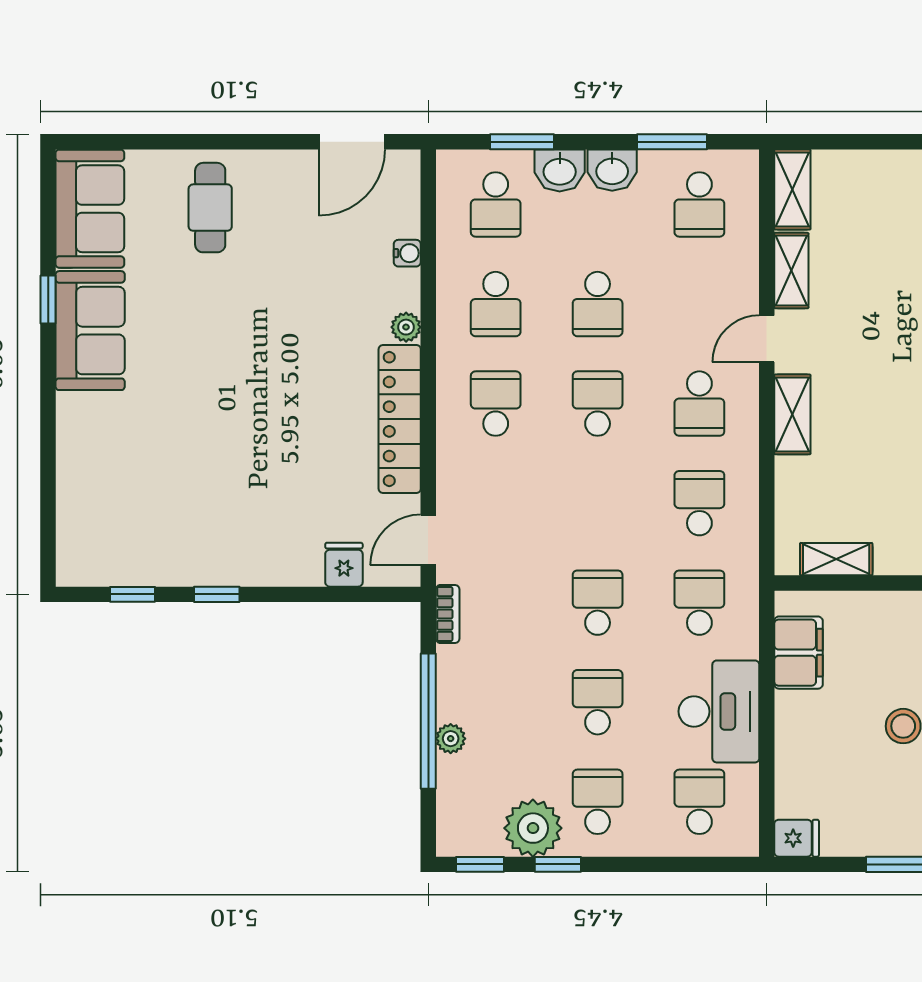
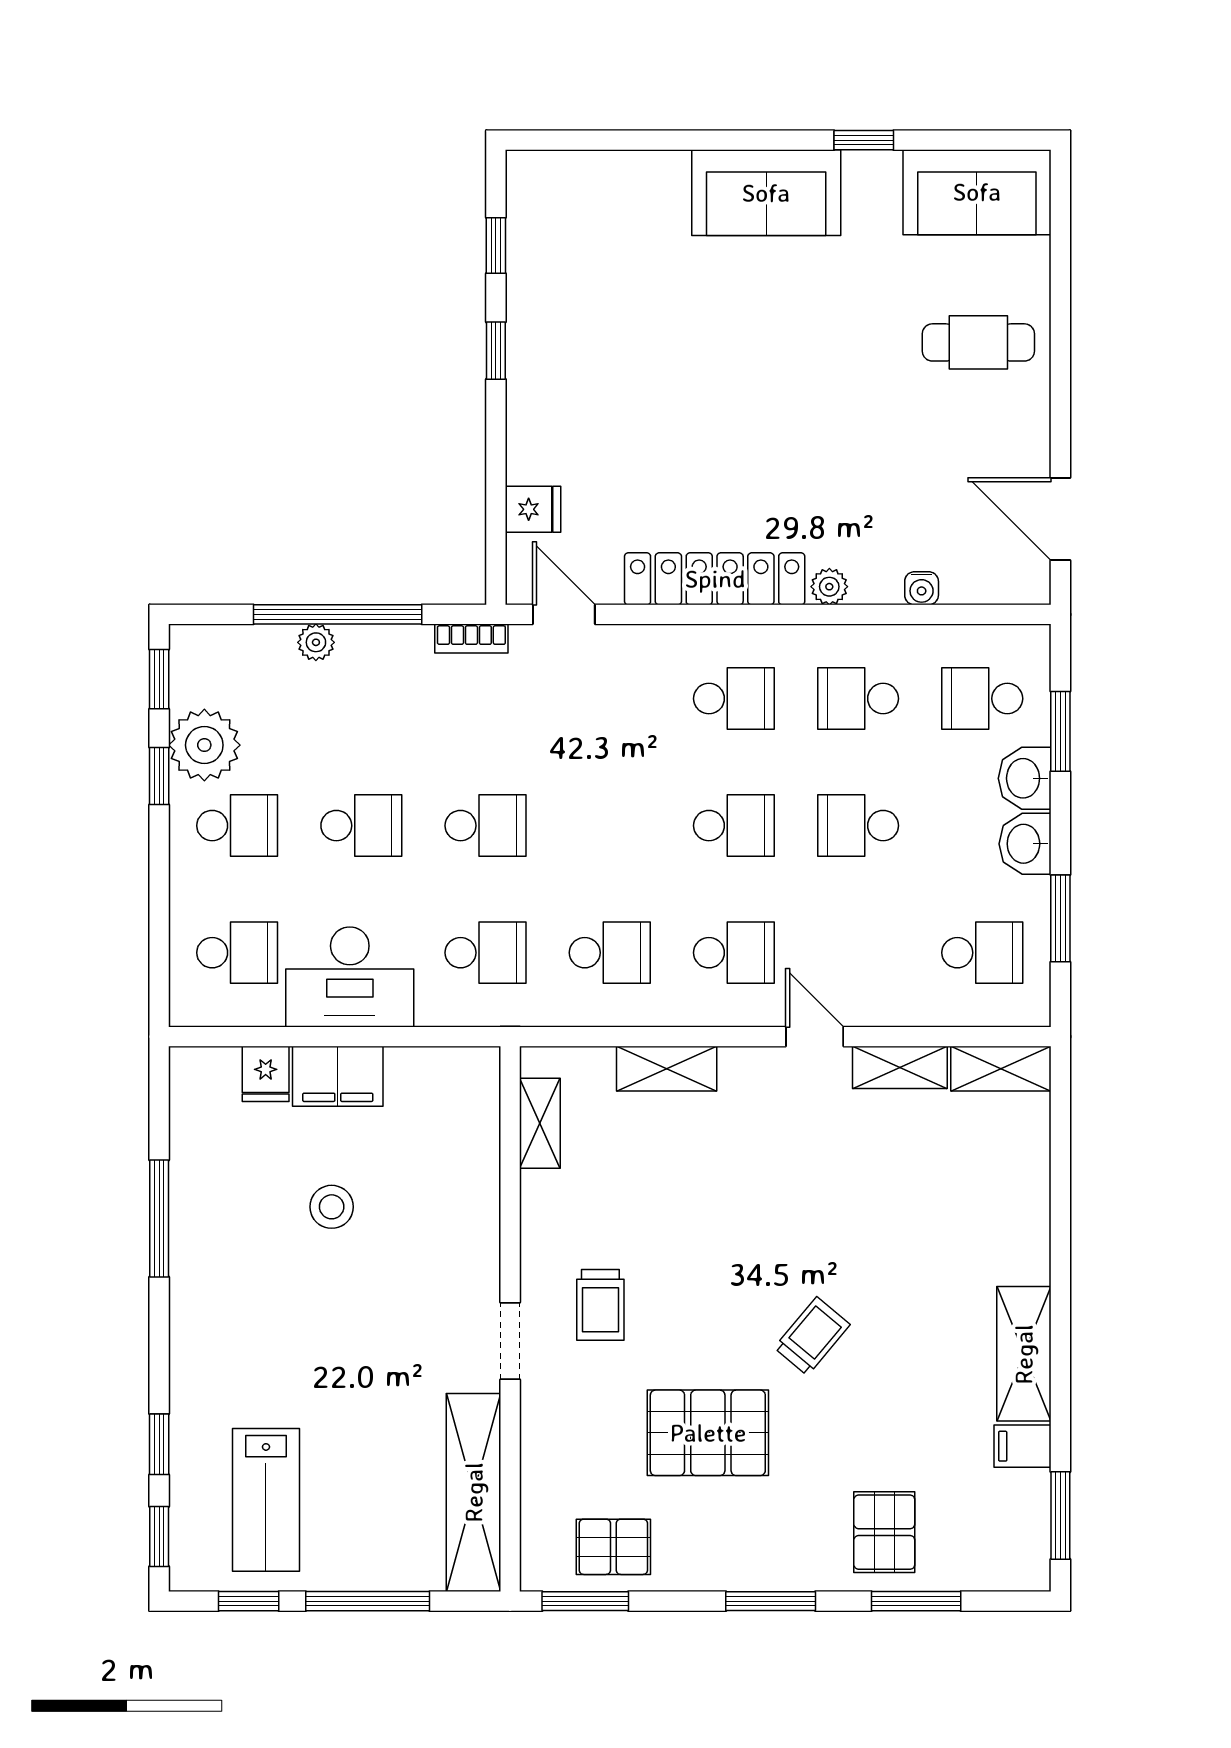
school desk: (699, 204) -> (982, 953), turned 180
sofa: (90, 331) -> (766, 193), moved
school desk: (699, 404) -> (734, 953), turned 180
shelving: (792, 414) -> (667, 1069), moved
filing cabinet: (798, 653) -> (338, 1076), moved
fridge: (797, 838) -> (266, 1074), moved

